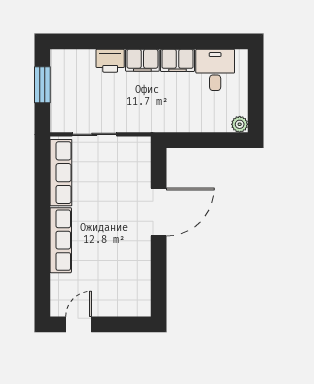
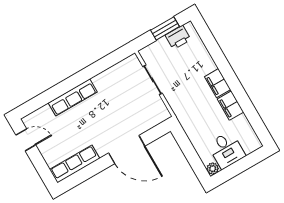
printer: (110, 61) -> (178, 37), moved, turned -90
desk: (215, 70) -> (226, 150), moved, turned 90
row of seats: (61, 173) -> (75, 164), moved, turned 180

